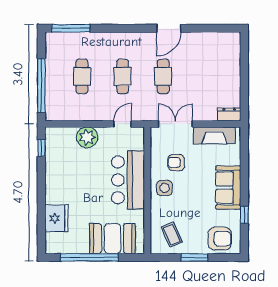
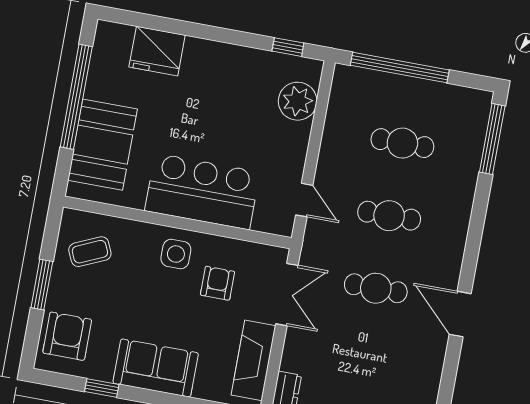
plant: (87, 137) -> (298, 101), moved
armchair: (220, 239) -> (67, 336), turned 180

